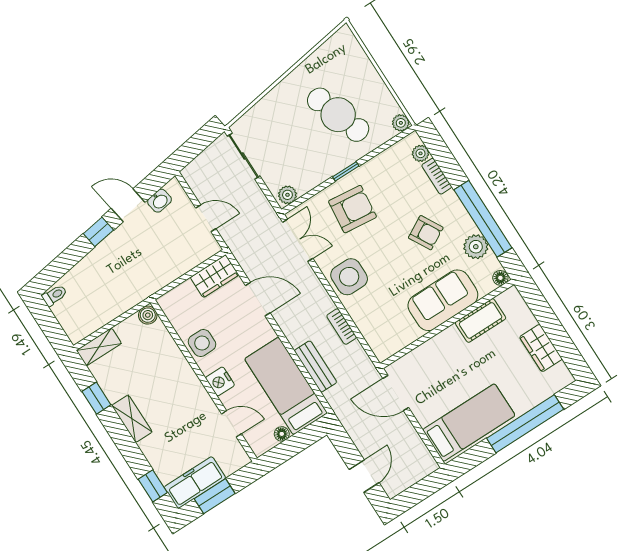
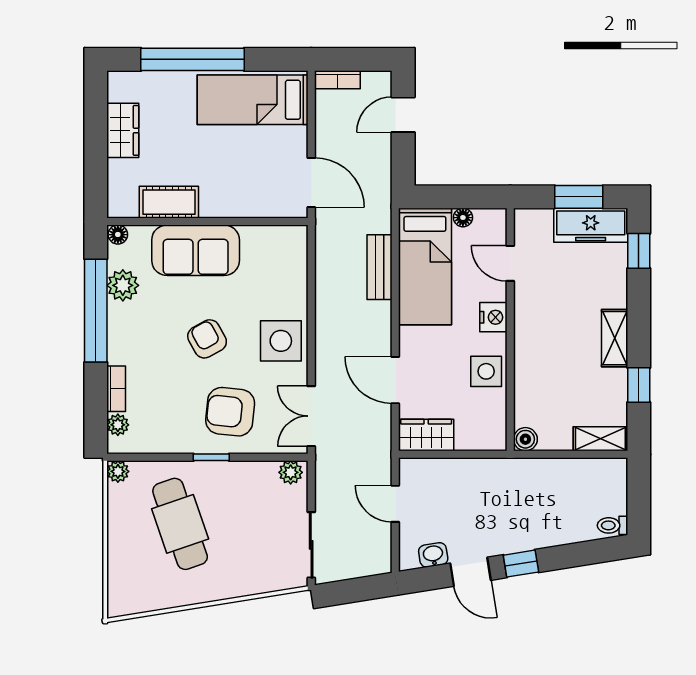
armchair: (426, 233) -> (207, 339), moved
bookcase: (342, 327) -> (337, 80), moved, turned 90

